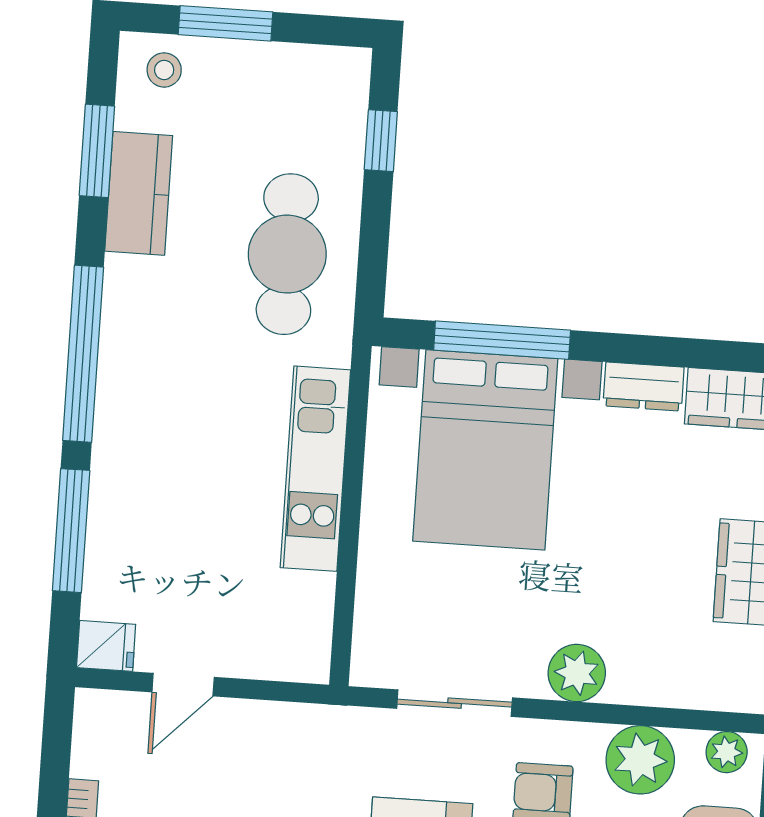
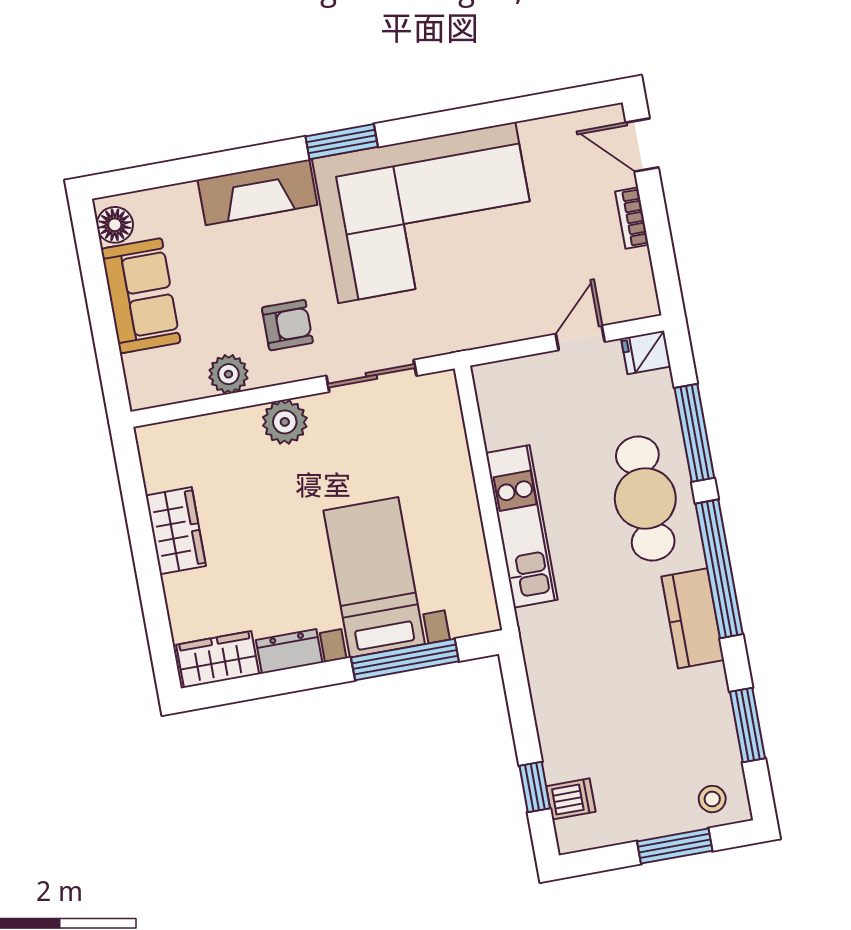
dishwasher: (340, 115) -> (571, 799), added
kitchen counter: (139, 193) -> (693, 618), moved
cafe table: (287, 254) -> (645, 499), moved
bed with nightstands: (485, 450) -> (374, 577), width x0.73
plant: (727, 752) -> (156, 391), removed
plant: (640, 760) -> (228, 374), width x0.73, depth x0.73

